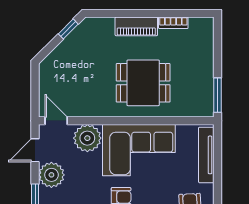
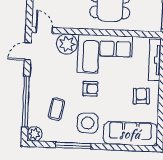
plant: (51, 175) -> (39, 70), removed

